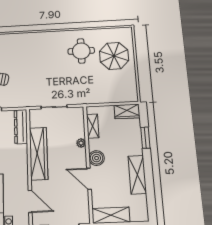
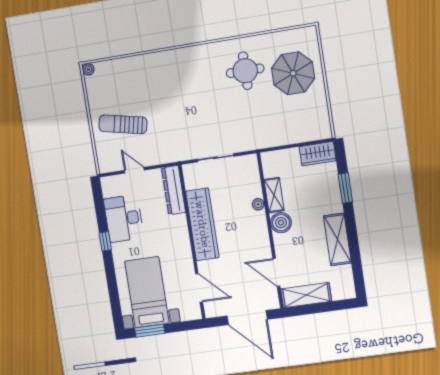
shelving: (93, 126) -> (274, 195), moved
door: (89, 179) -> (276, 272), moved

